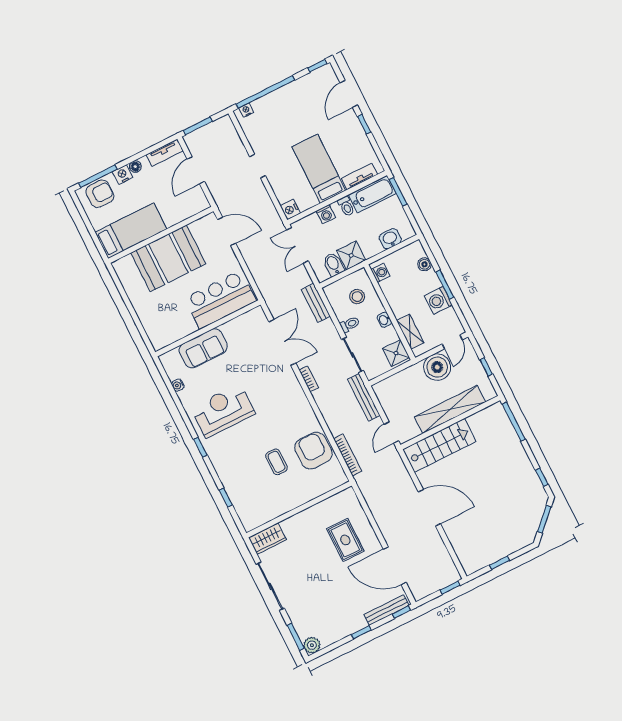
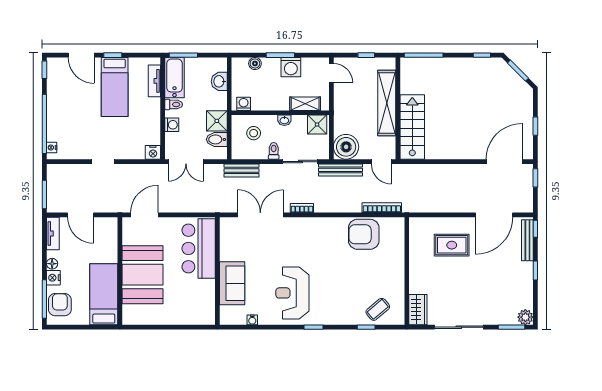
bed: (319, 169) -> (115, 87), moved, turned -90
boiler: (437, 367) -> (346, 147), moved
coffee table: (276, 462) -> (378, 309), moved, turned -40
door: (429, 508) -> (504, 162), moved

